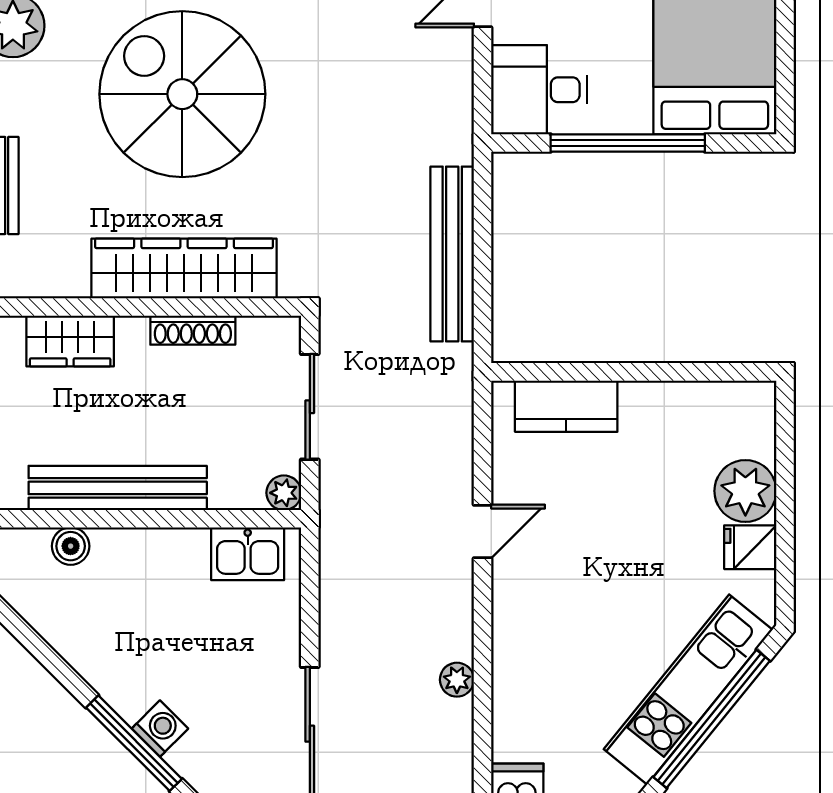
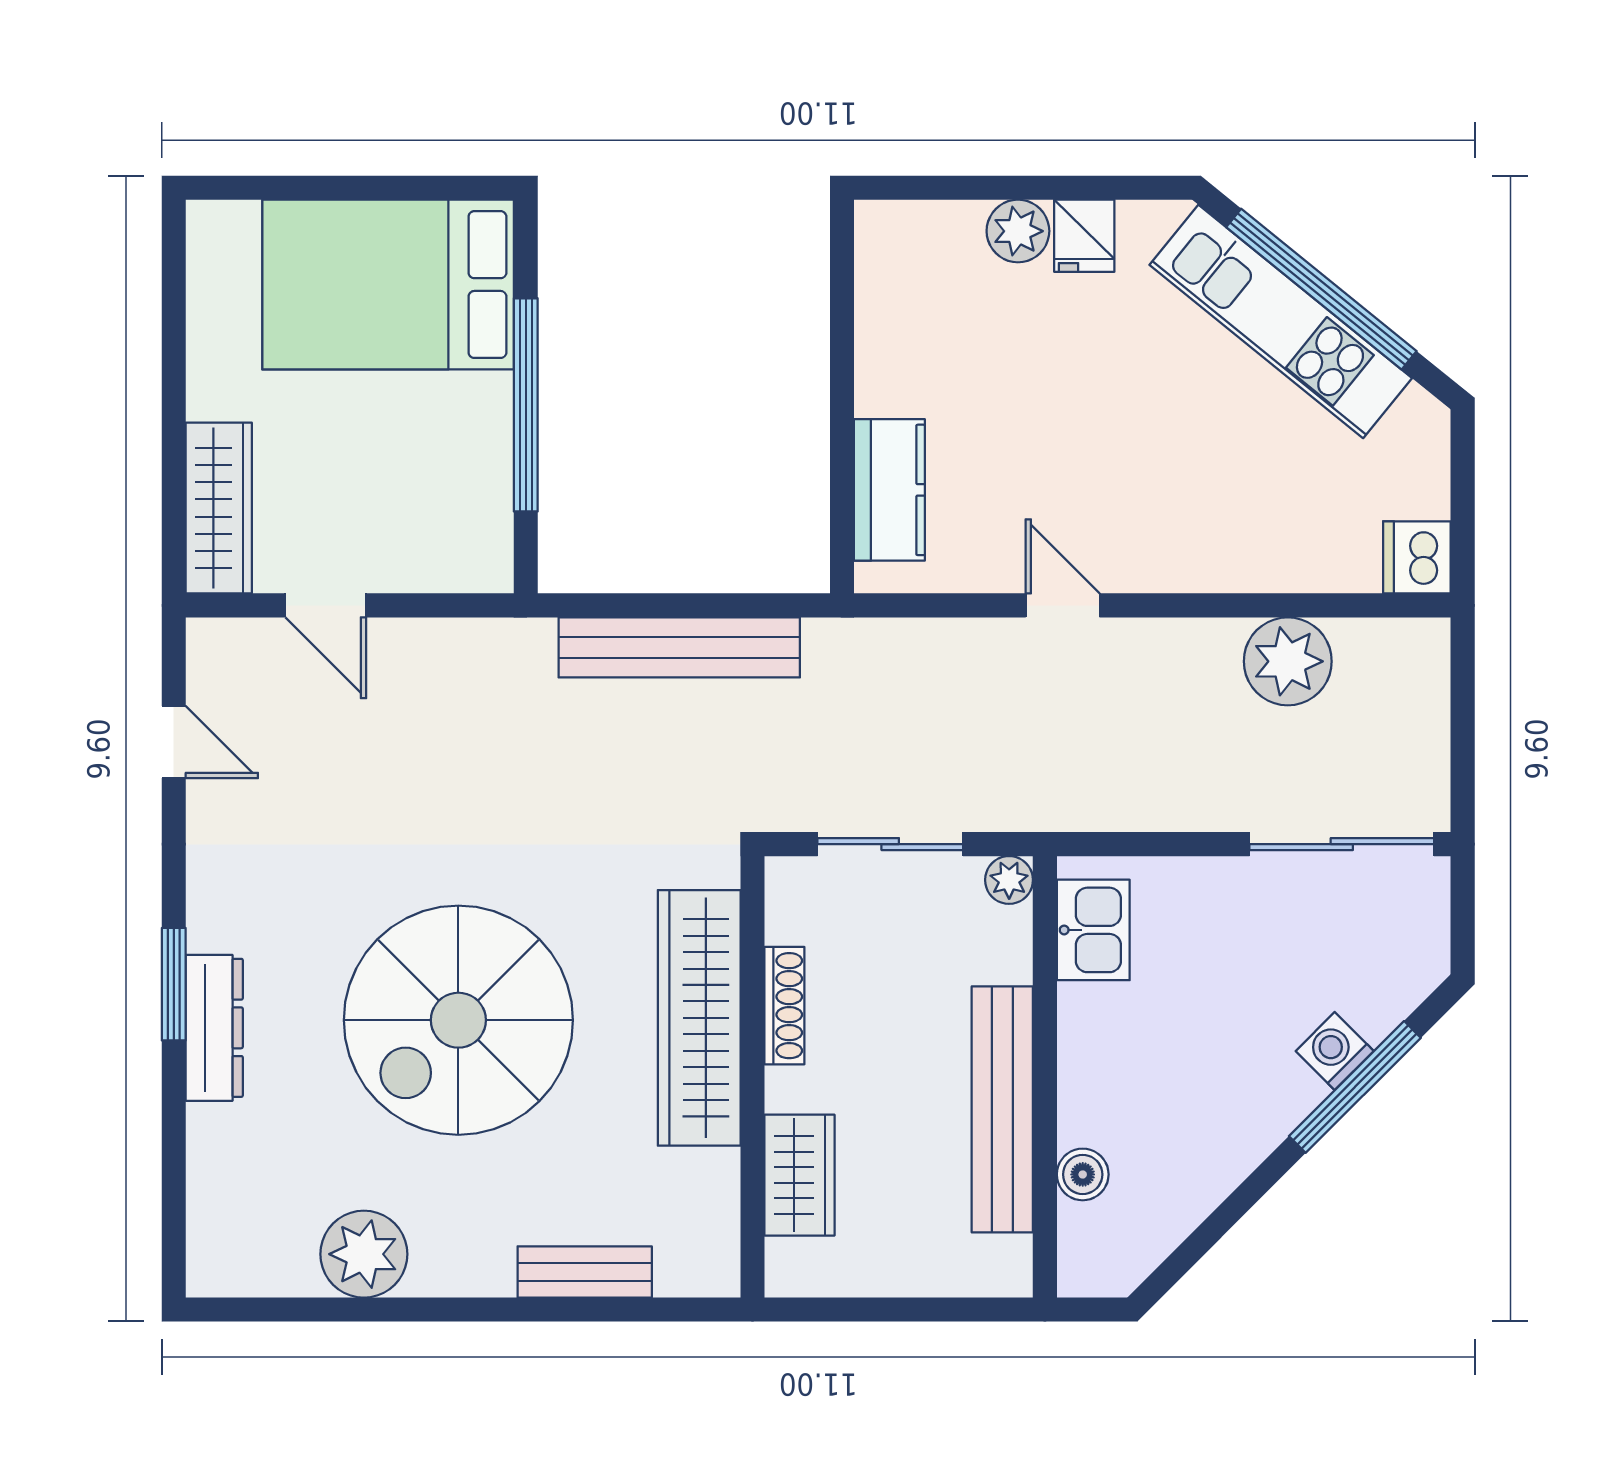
desk: (539, 90) -> (452, 527), removed
plant: (745, 491) -> (1018, 231), width x0.73, depth x0.73
plant: (457, 680) -> (1288, 661), width x1.87, depth x1.87

